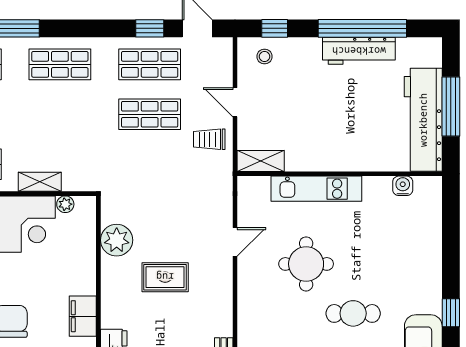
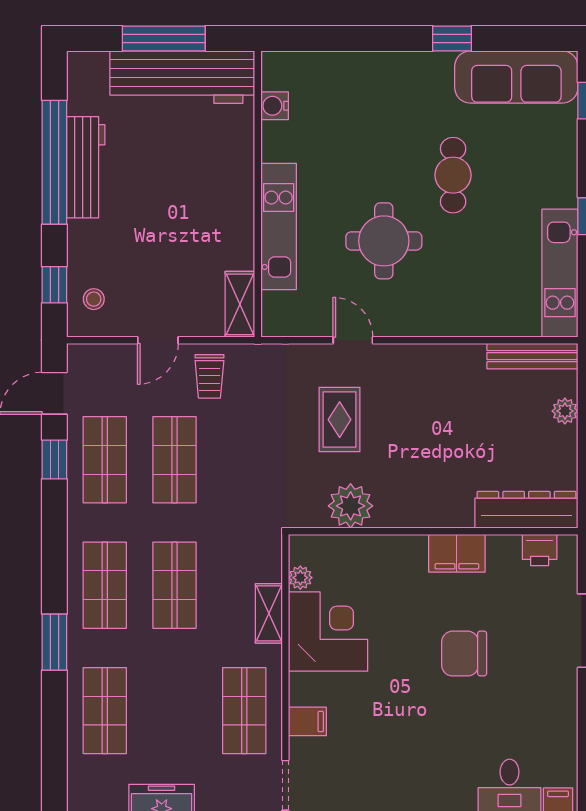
shop shelf: (60, 114) -> (175, 585), added
rug: (165, 277) -> (340, 420), moved

